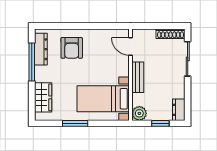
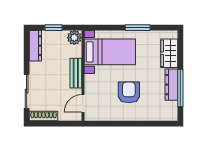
door: (131, 47) -> (83, 103), swing flipped
armchair: (72, 48) -> (129, 92), moved
dresser: (41, 49) -> (171, 85), moved
dresser: (179, 110) -> (35, 46), width x1.44

